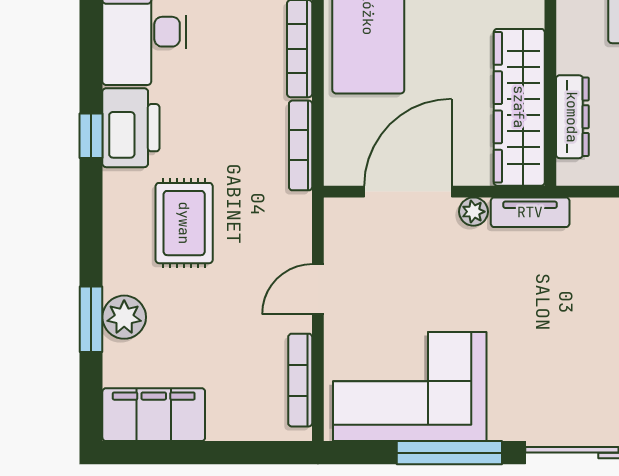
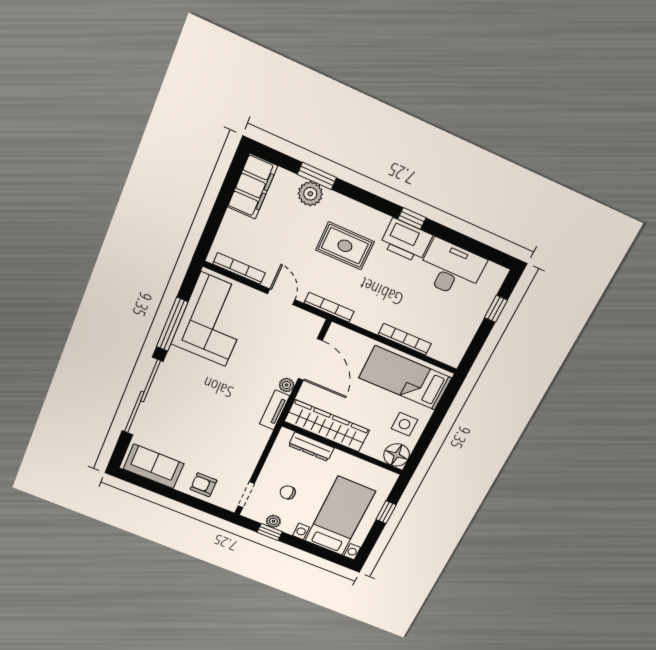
bookcase: (301, 145) -> (329, 307), moved

